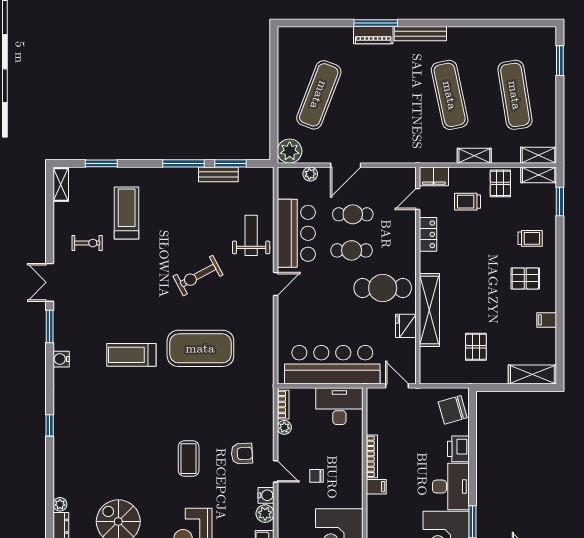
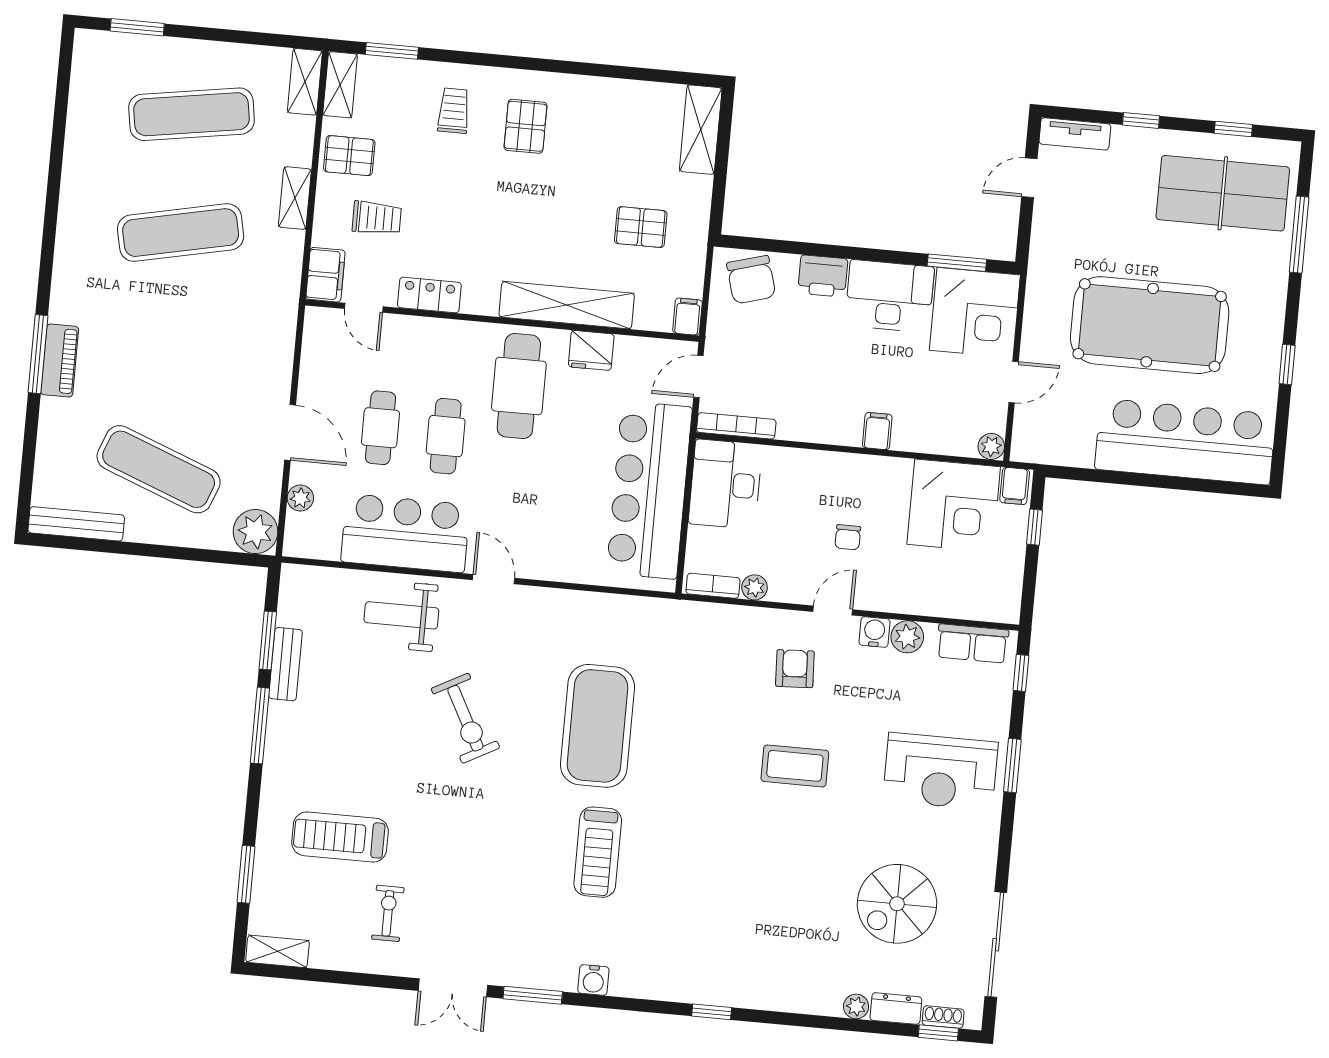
bench: (420, 34) -> (76, 524), moved, turned 90
trolley: (468, 202) -> (377, 218), turned -90
filing cabinet: (547, 320) -> (687, 317), moved, turned 180
bookcase: (372, 456) -> (736, 426), moved

